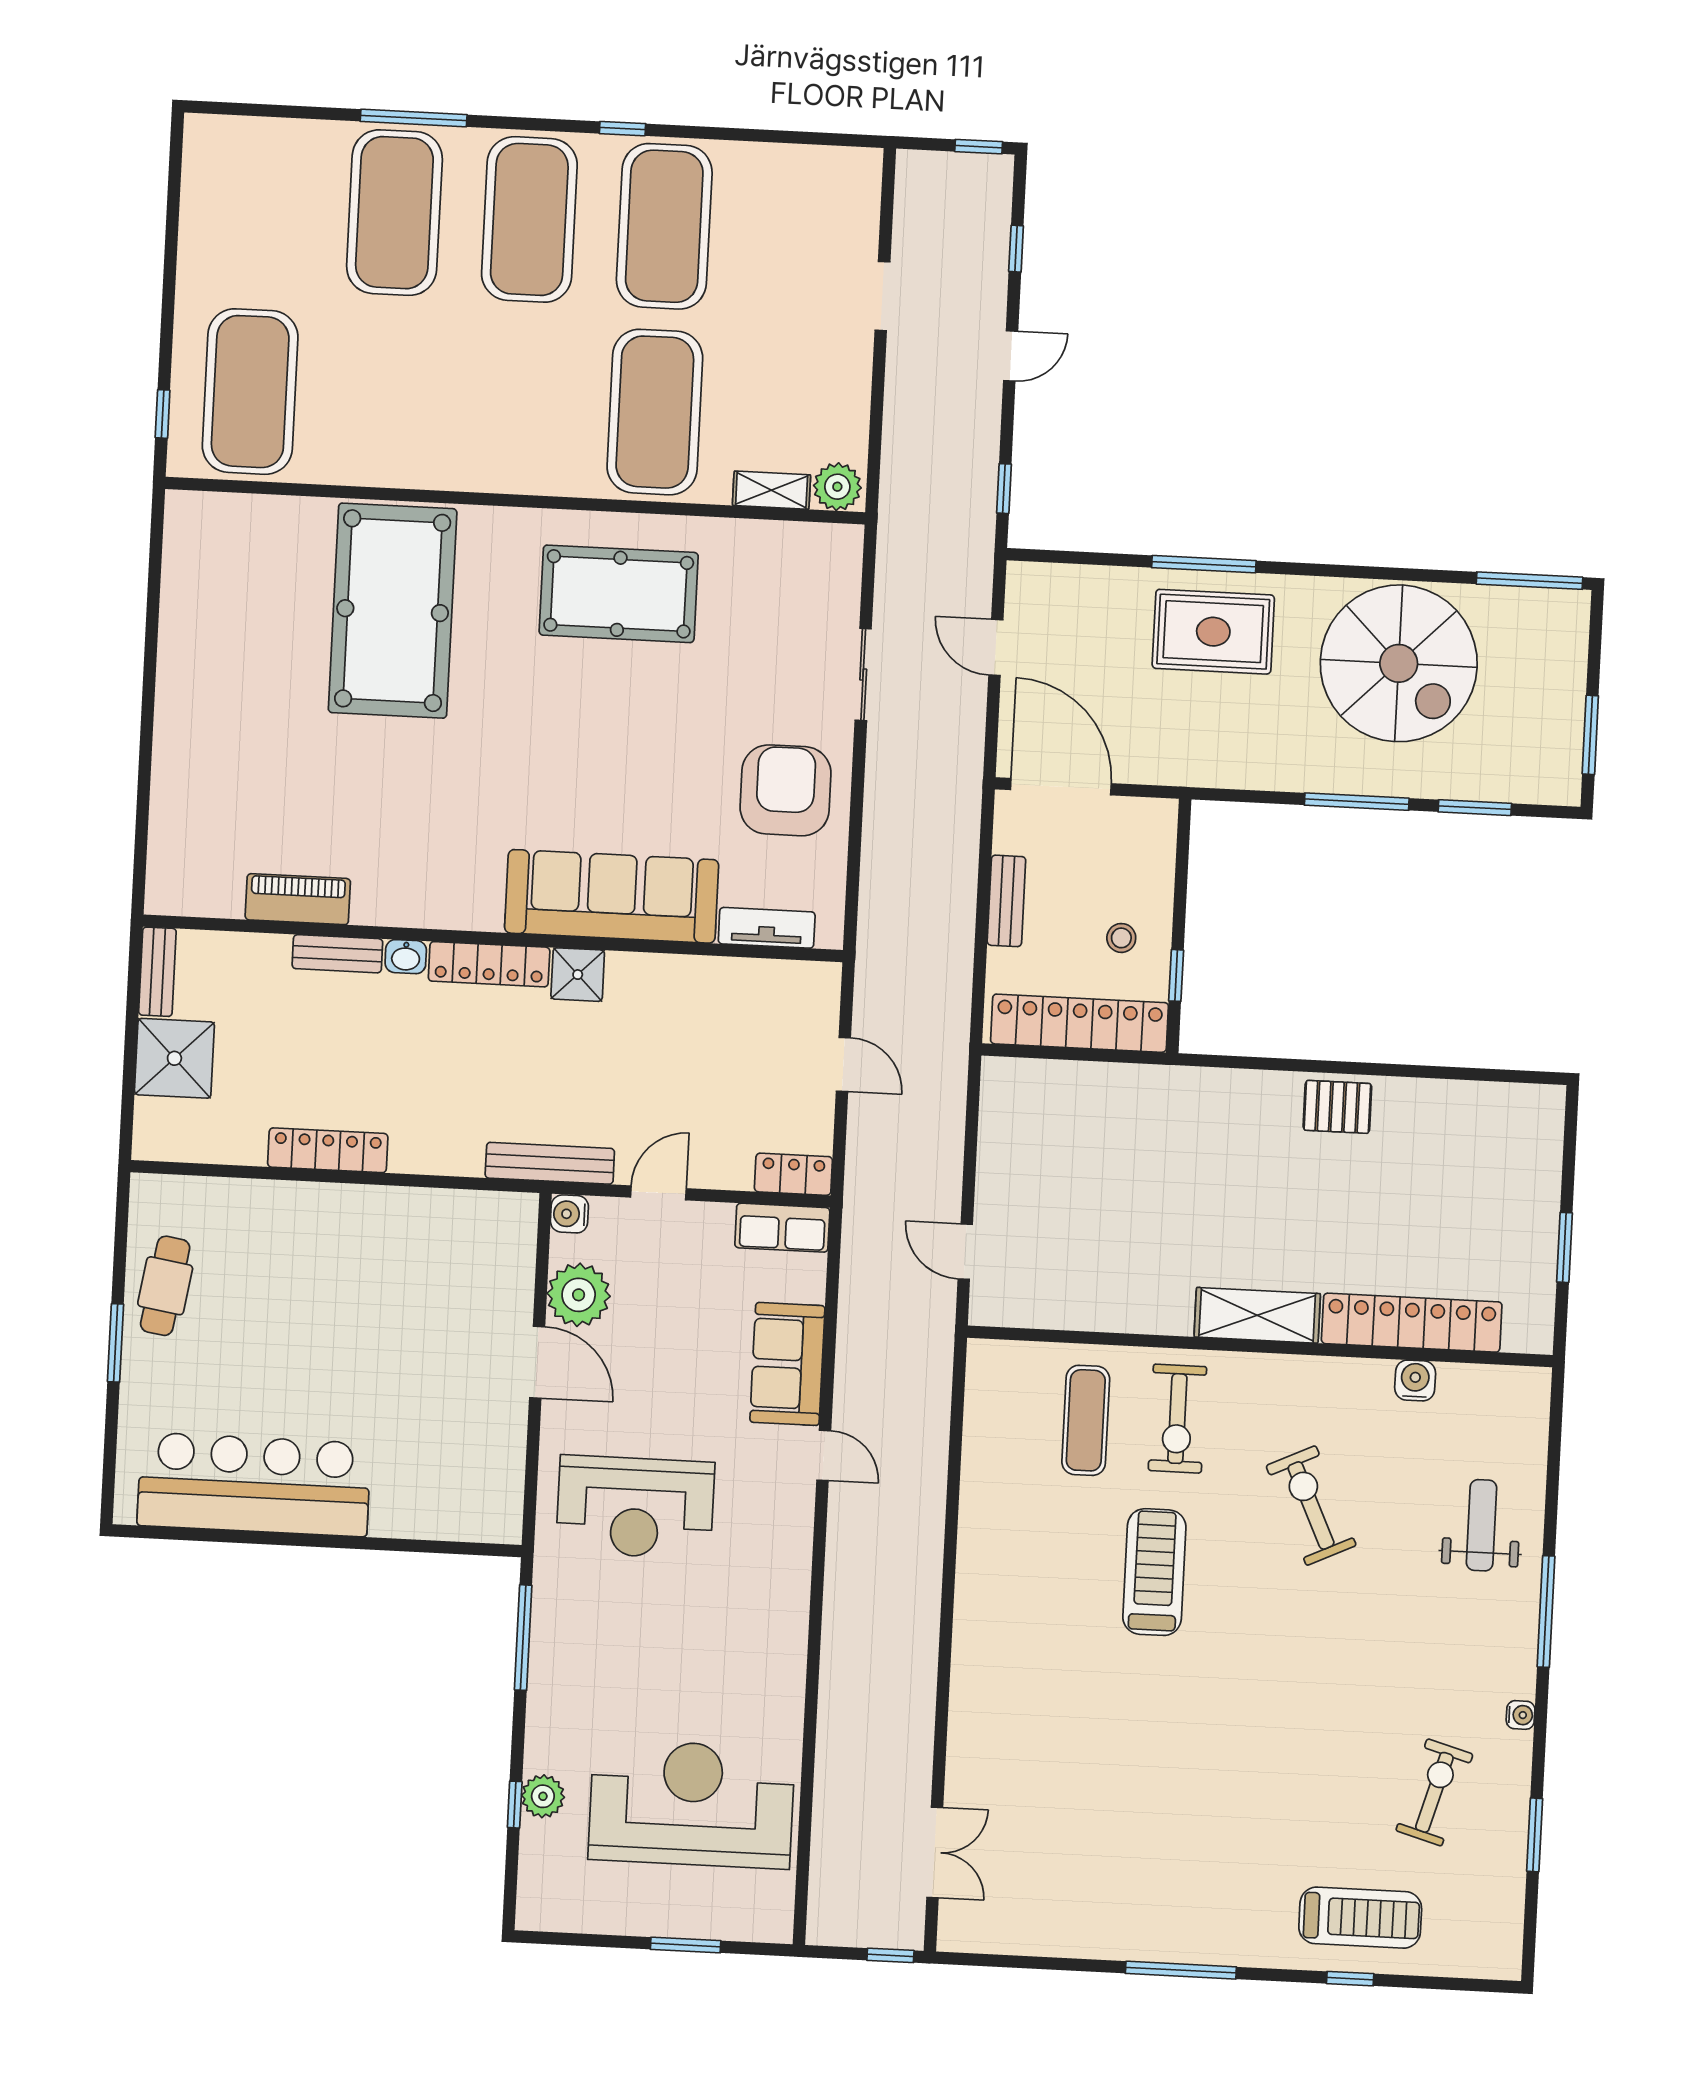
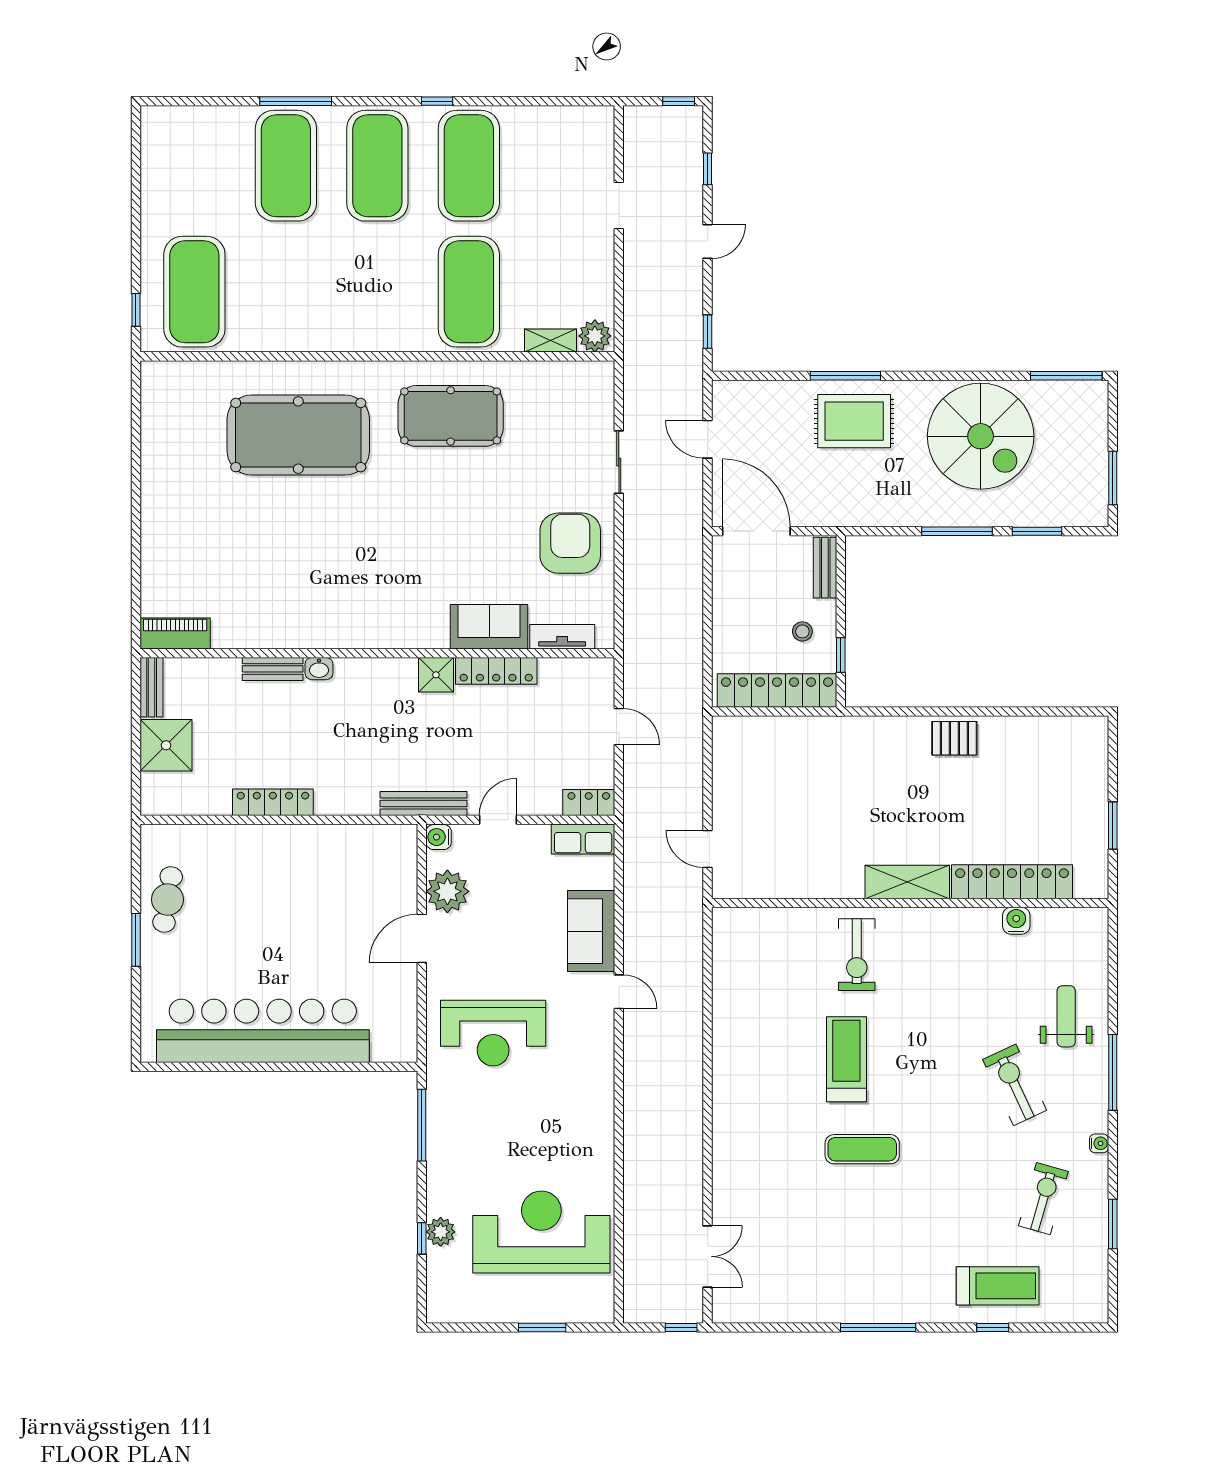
pool table: (393, 611) -> (298, 435), turned 90
sofa: (612, 896) -> (489, 627), width x0.54, depth x0.79
piano: (298, 899) -> (175, 633), moved
bench: (1006, 901) -> (825, 568), moved
locker: (489, 964) -> (496, 671), moved
door: (537, 1362) -> (422, 938), swing flipped
exercise mat: (1086, 1420) -> (862, 1149), moved, turned 90
bar counter: (254, 1484) -> (263, 1031), width x1.36
exercise bike: (1311, 1505) -> (1015, 1085), moved

